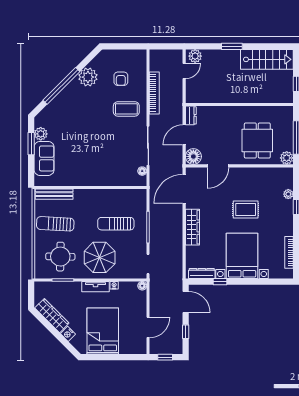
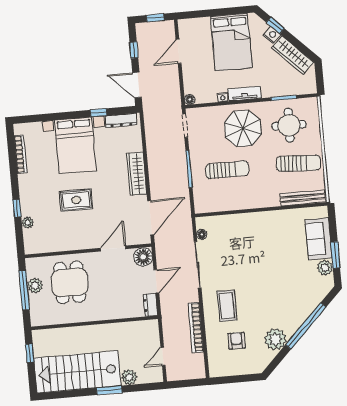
plant: (195, 56) -> (129, 377), moved
stairs: (267, 59) -> (77, 372), width x1.36, depth x1.51
coffee table: (126, 109) -> (227, 306), turned 90
plant: (287, 158) -> (35, 285), moved
window: (64, 342) -> (275, 25), added

